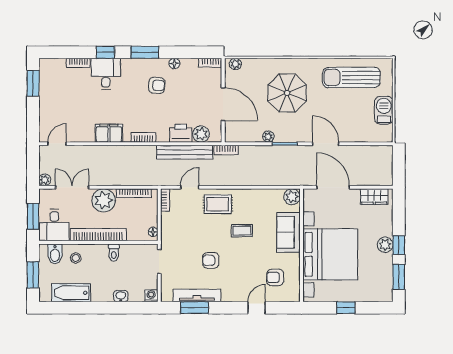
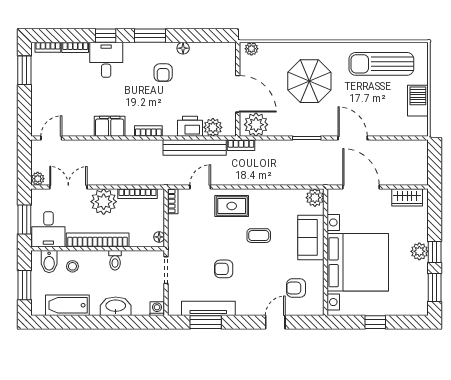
bookcase: (210, 63) -> (48, 47), moved
armchair: (157, 85) -> (163, 73), turned 86
plant: (268, 137) -> (256, 125), moved, width x1.88, depth x1.88
washbasin: (121, 296) -> (116, 306), width x1.91, depth x1.45

